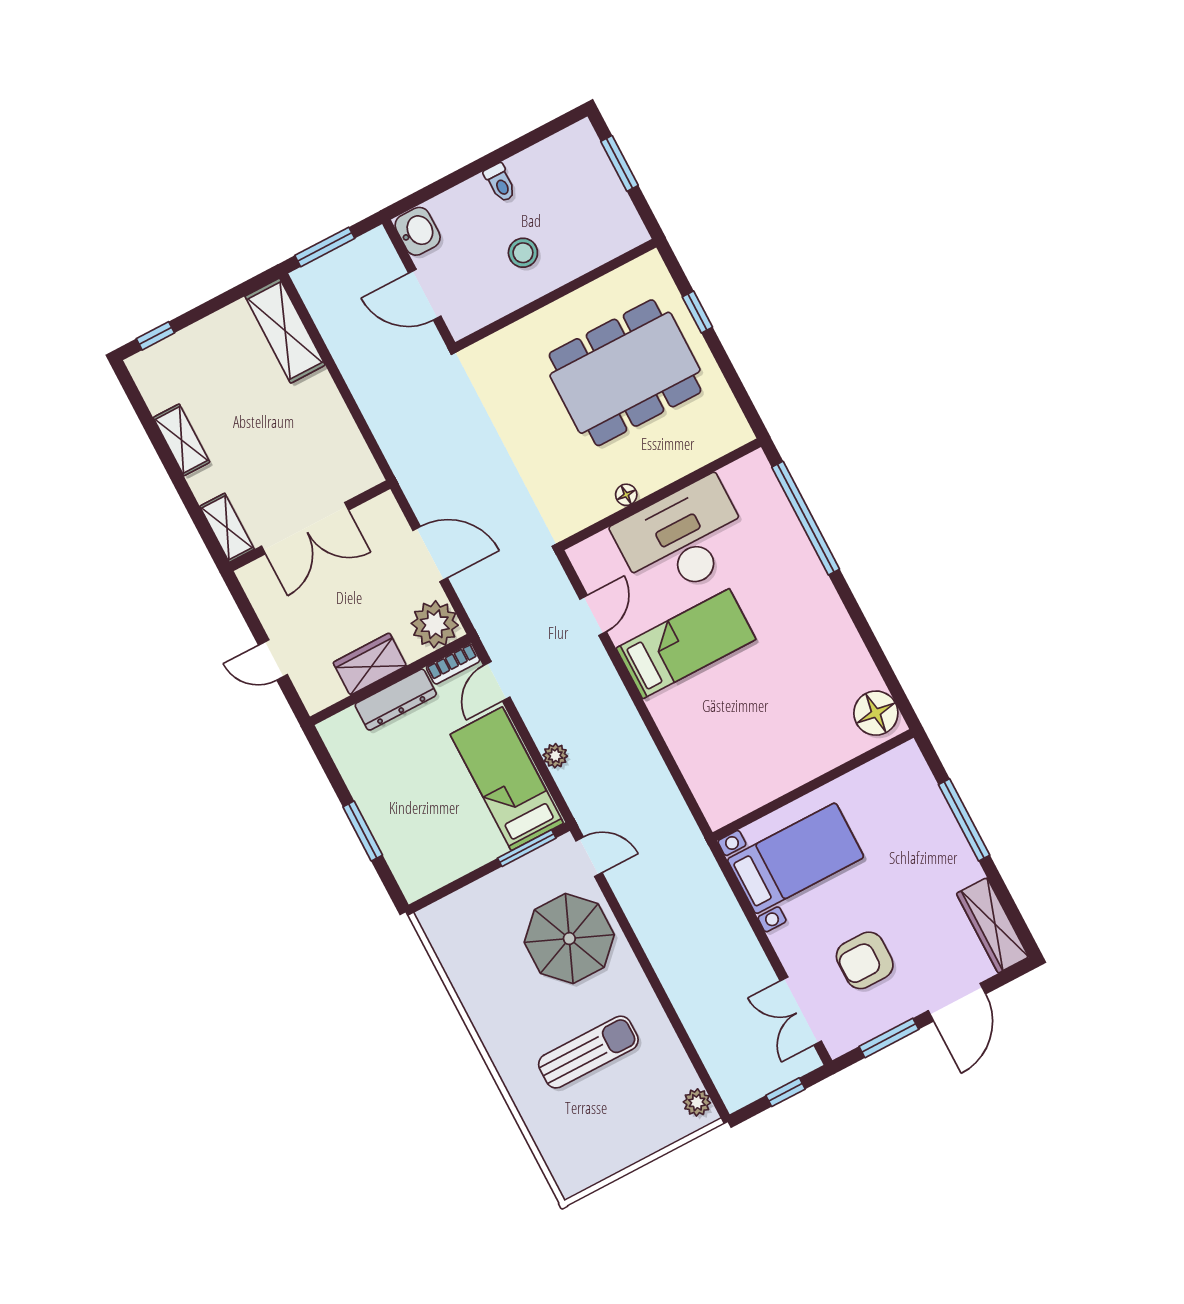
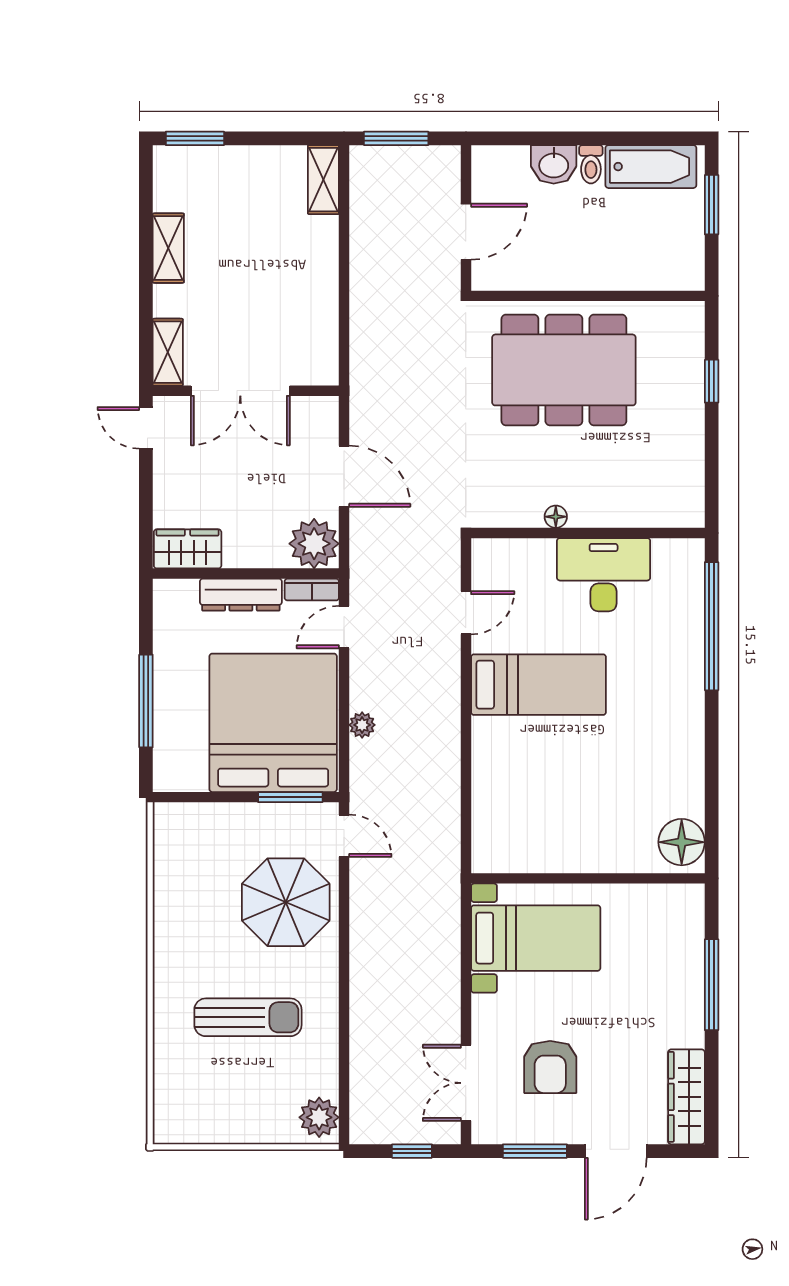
bathtub: (552, 158) -> (651, 167), added
washbasin: (418, 231) -> (554, 164), moved, turned 90
stool: (523, 253) -> (578, 241), removed
door: (425, 295) -> (466, 232), swing flipped
shelving: (285, 331) -> (323, 180), width x0.67, depth x0.75
window: (155, 336) -> (195, 138), width x1.50
dining table: (625, 373) -> (564, 370), moved
desk: (683, 539) -> (604, 575), width x0.73, depth x0.77
door: (273, 660) -> (146, 428), moved
wardrobe: (370, 664) -> (188, 549), moved
bed: (507, 779) -> (273, 723), width x2.04
window: (363, 831) -> (146, 701), width x1.44
armchair: (865, 960) -> (550, 1067), turned -90
plant: (697, 1102) -> (319, 1117), width x1.38, depth x1.38

